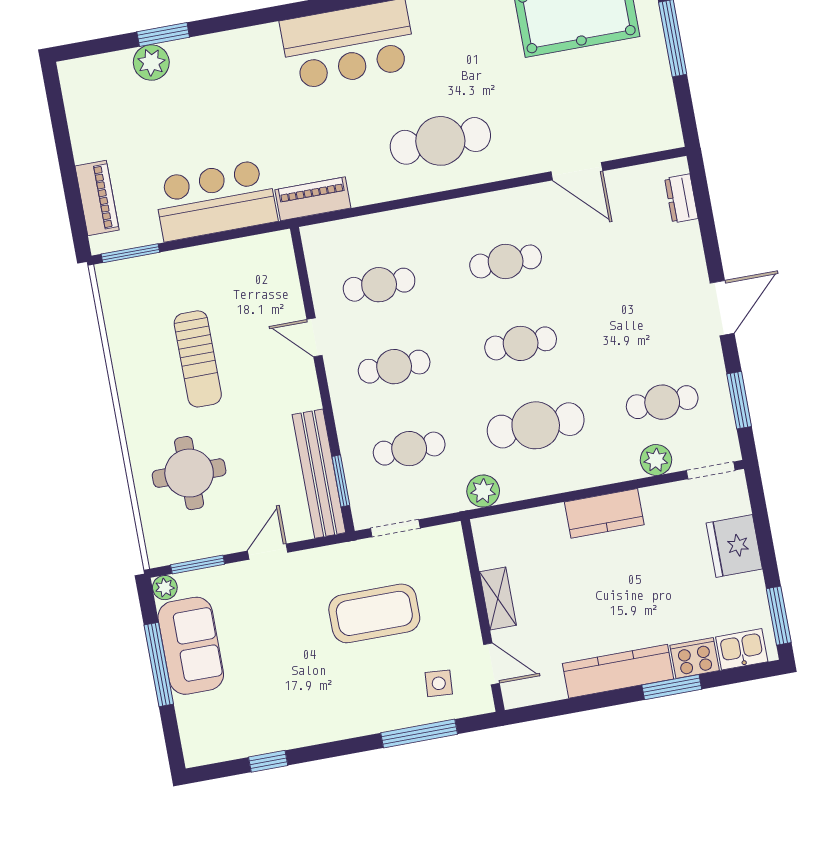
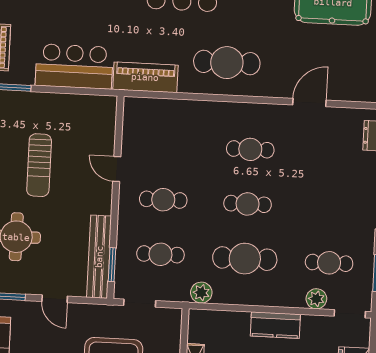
door: (577, 171) -> (309, 102), swing flipped
piano: (313, 199) -> (145, 77), width x1.37, depth x1.33
cafe table: (379, 285) -> (166, 145), removed
door: (268, 552) -> (55, 299), swing flipped

